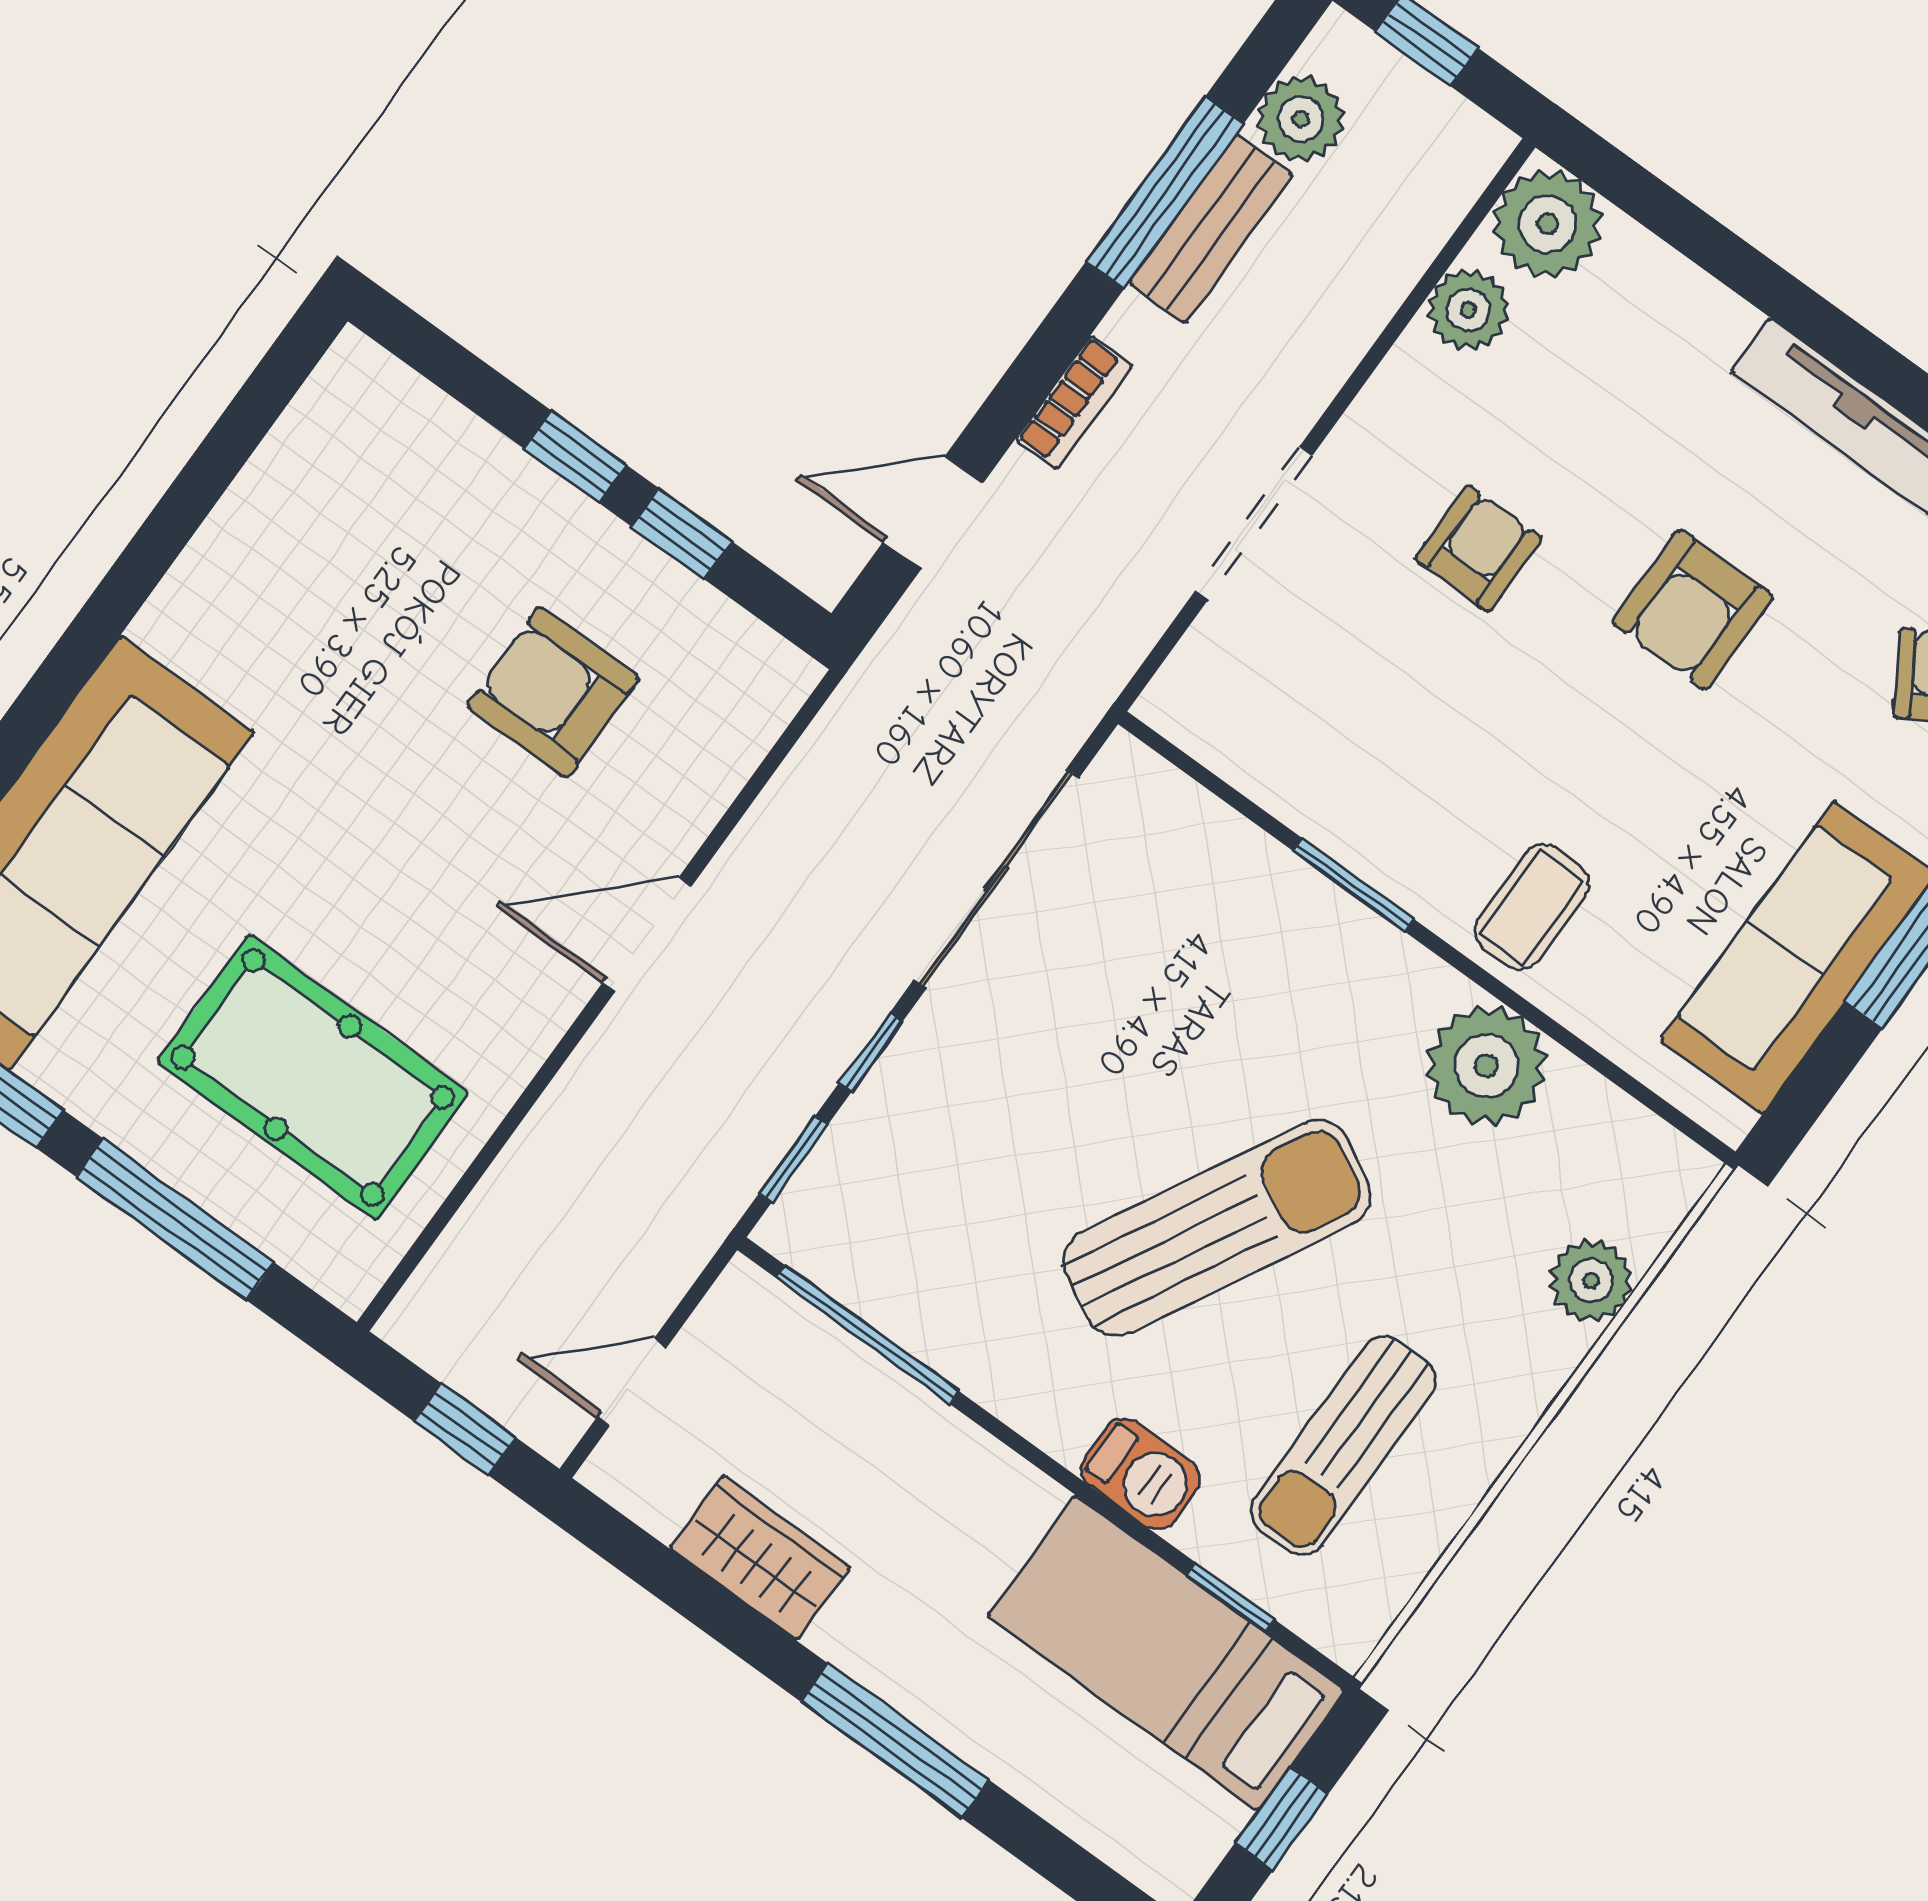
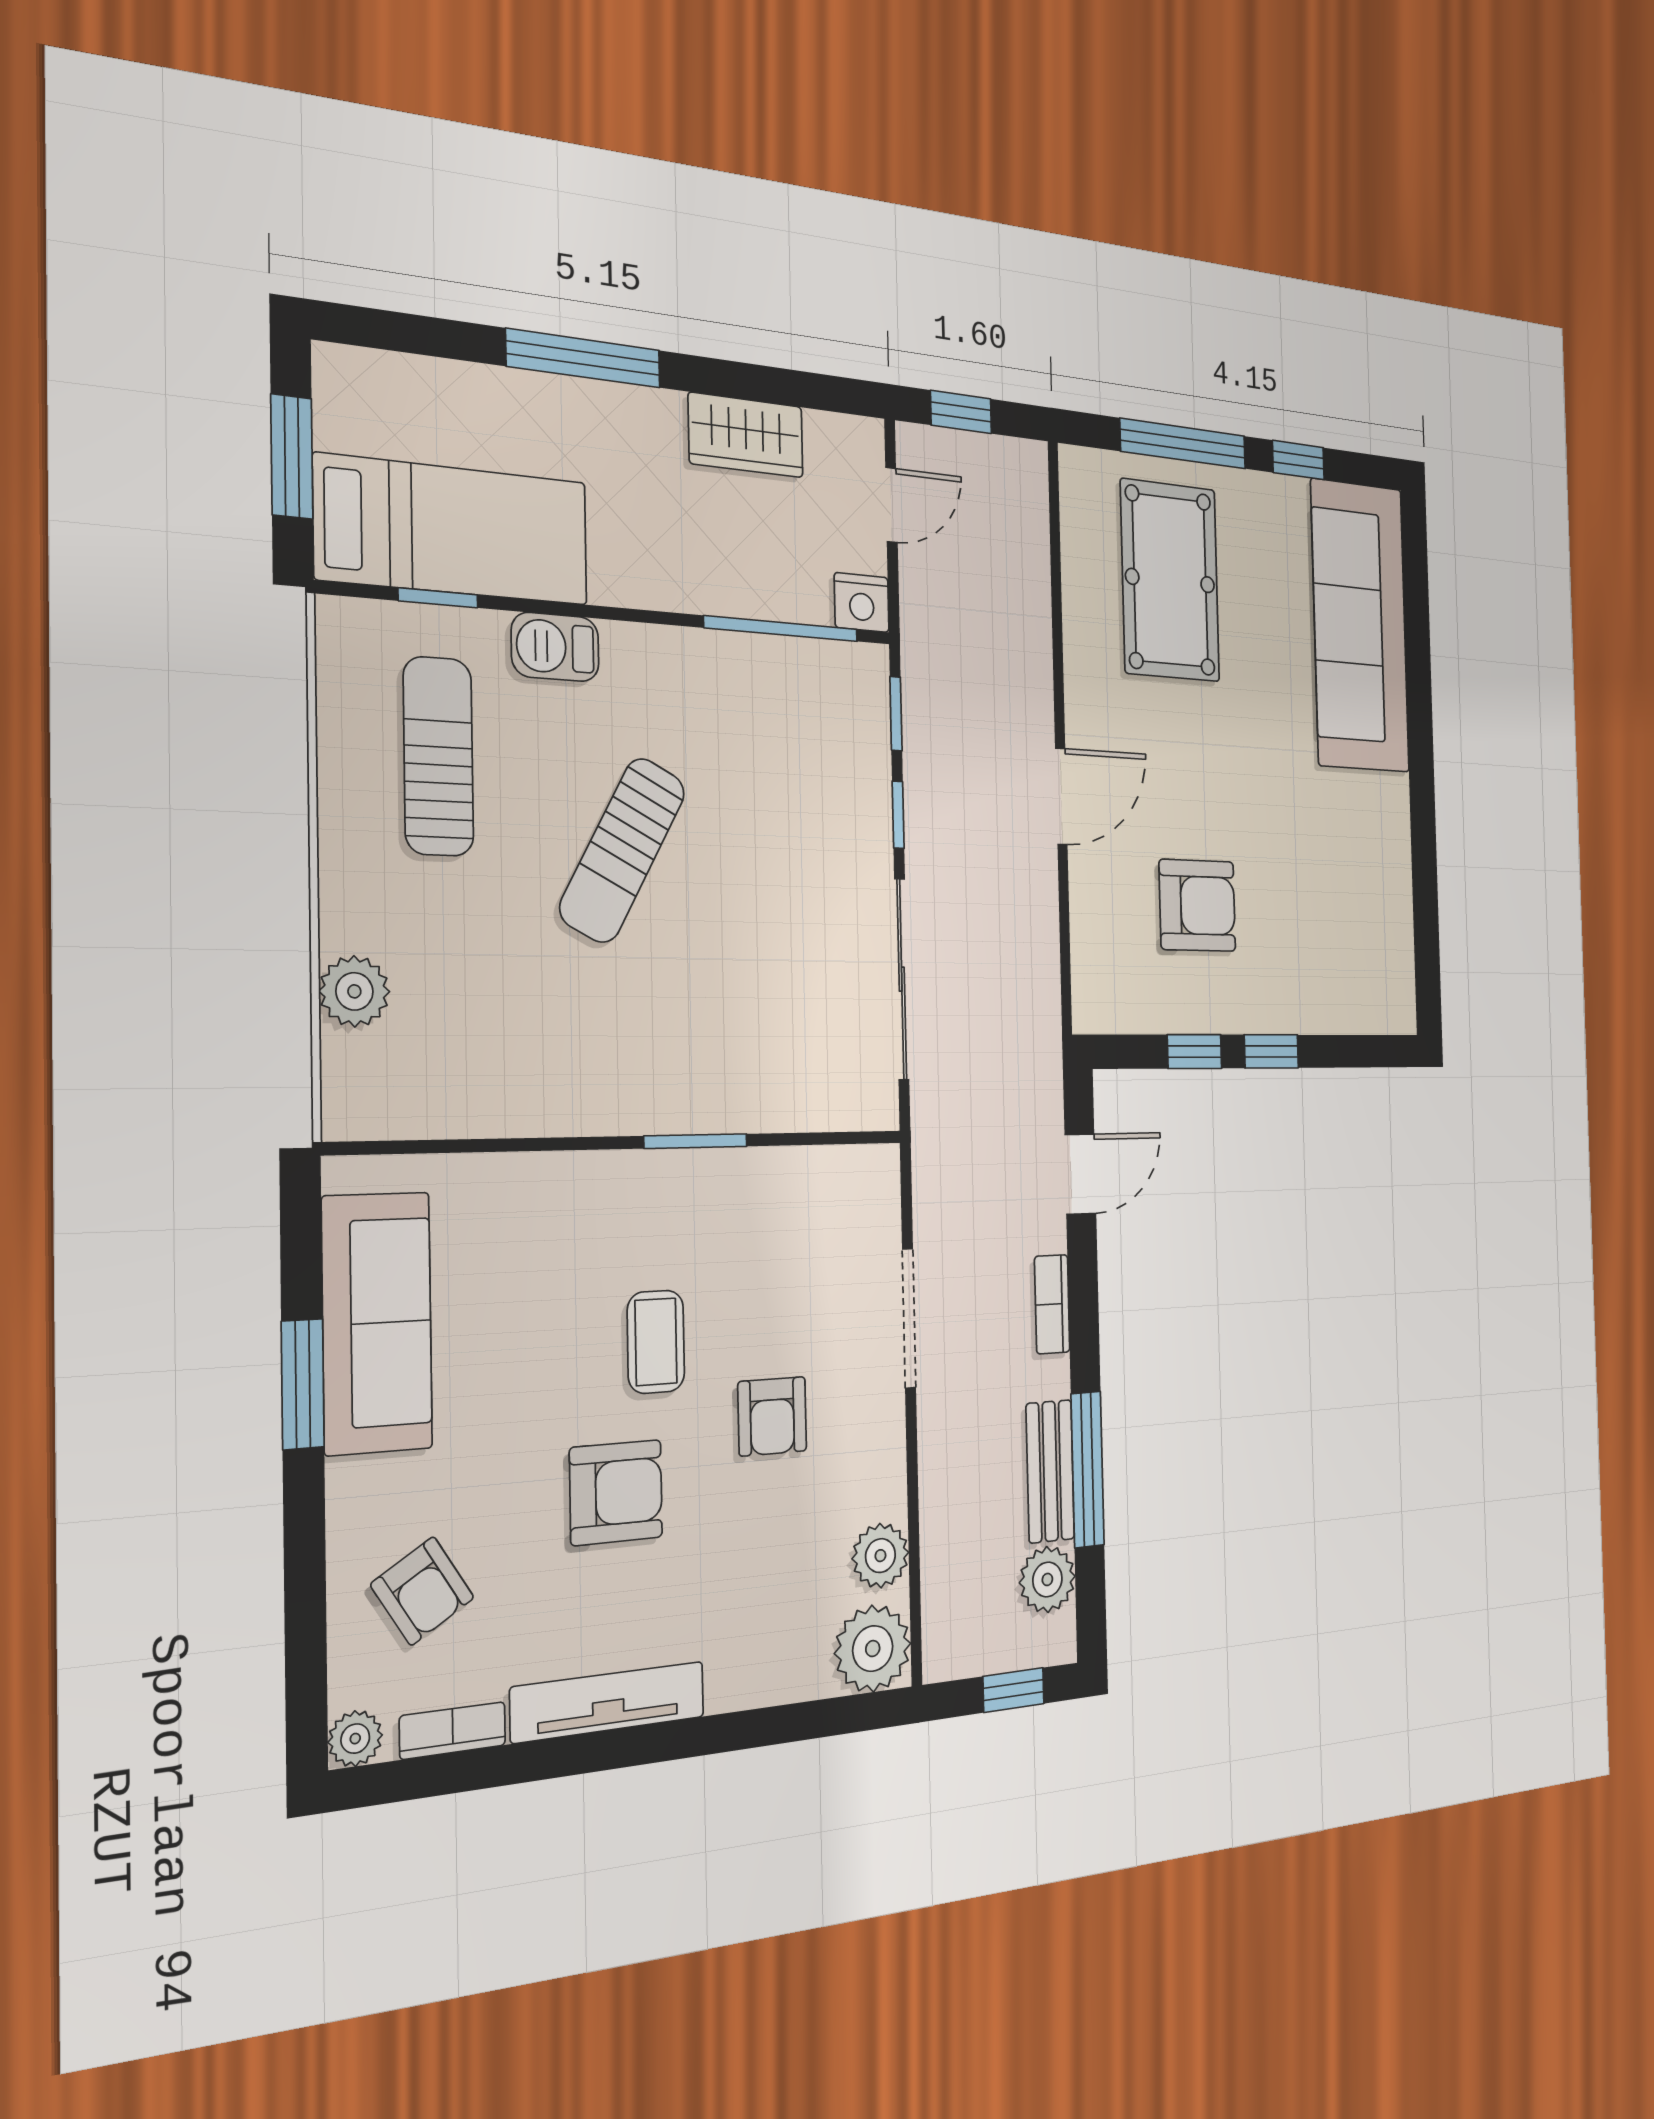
armchair: (1692, 609) -> (616, 1492), turned 90
coffee table: (1532, 907) -> (656, 1342), moved
plant: (1486, 1066) -> (530, 1087), removed
pool table: (313, 1077) -> (1170, 581), turned 90
sun lounger: (1217, 1228) -> (623, 850), width x0.73, depth x0.75
nightstand: (748, 1302) -> (862, 602), added
window: (1282, 1818) -> (292, 457), width x1.50

